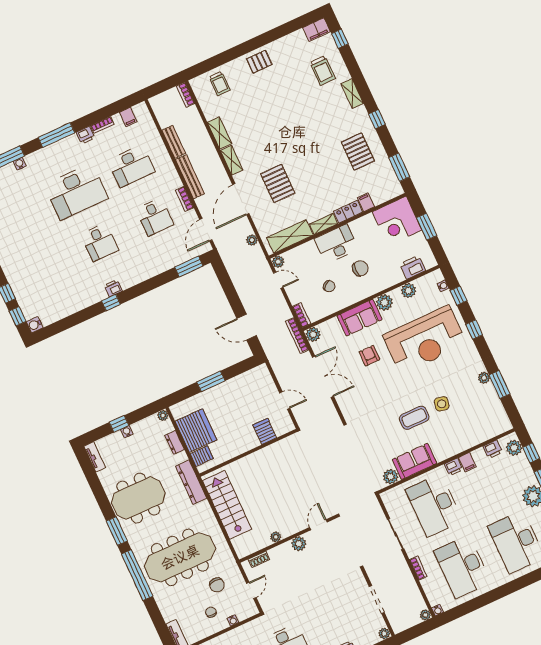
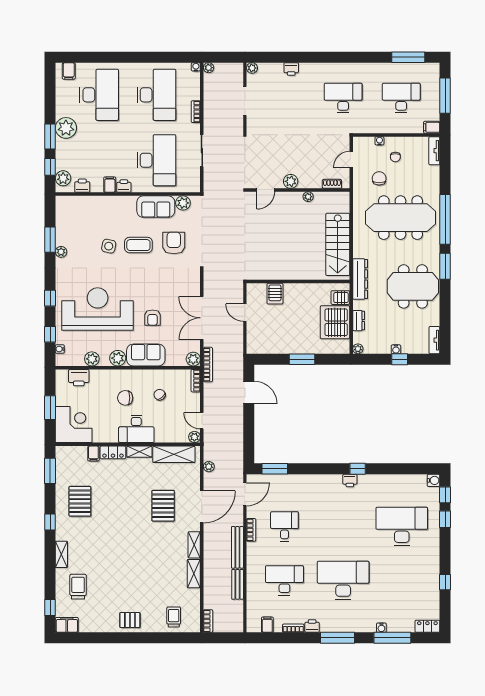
desk: (100, 242) -> (402, 526), moved, width x1.87, depth x1.30
armchair: (382, 435) -> (174, 243), added

